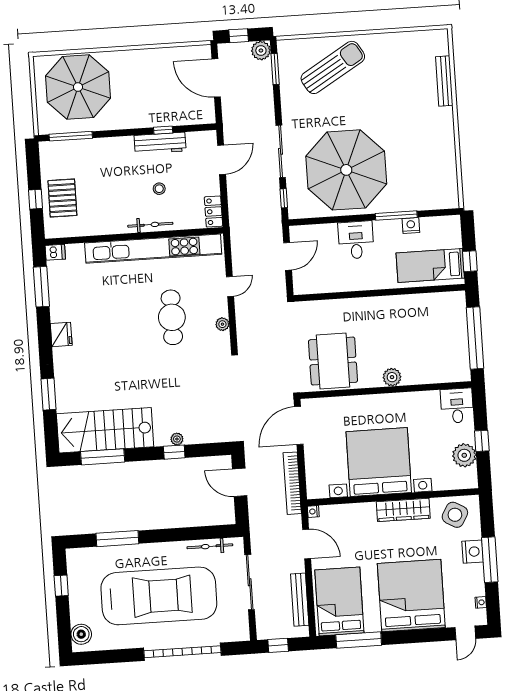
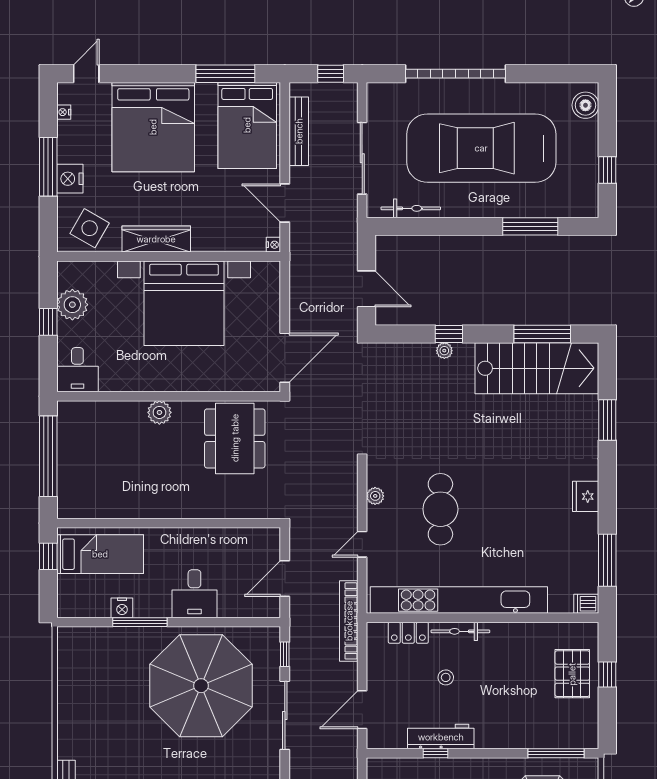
locker: (213, 211) -> (408, 633), moved, turned 90
bookcase: (292, 483) -> (349, 621), moved, turned 180

